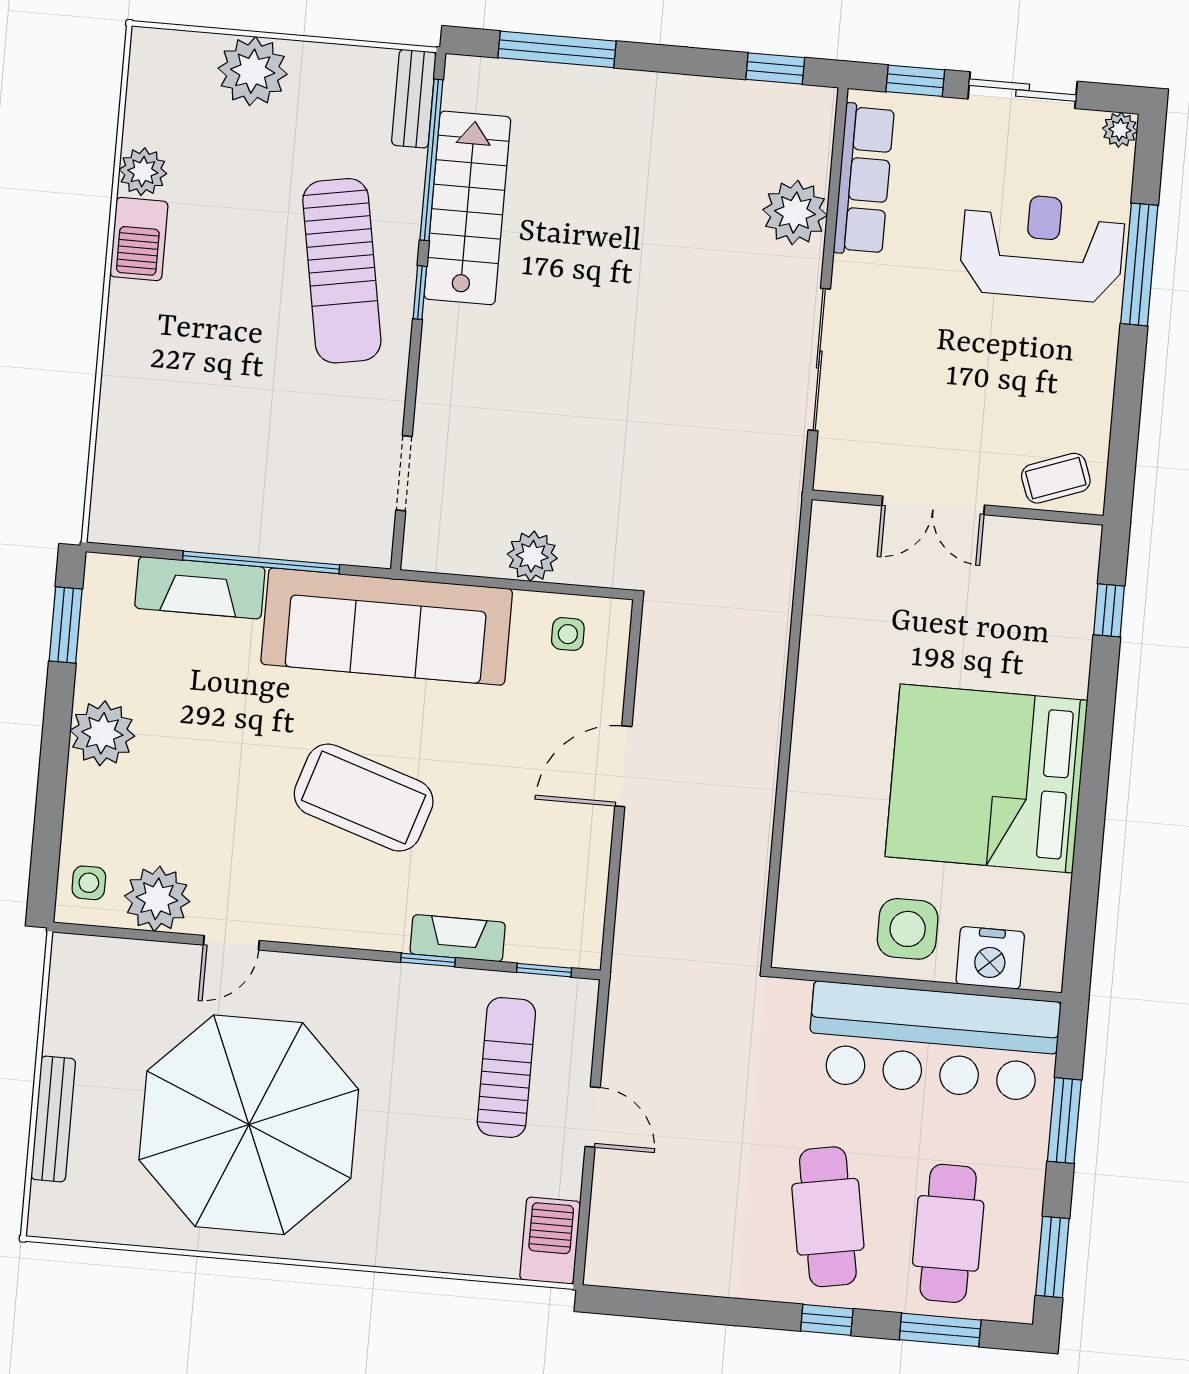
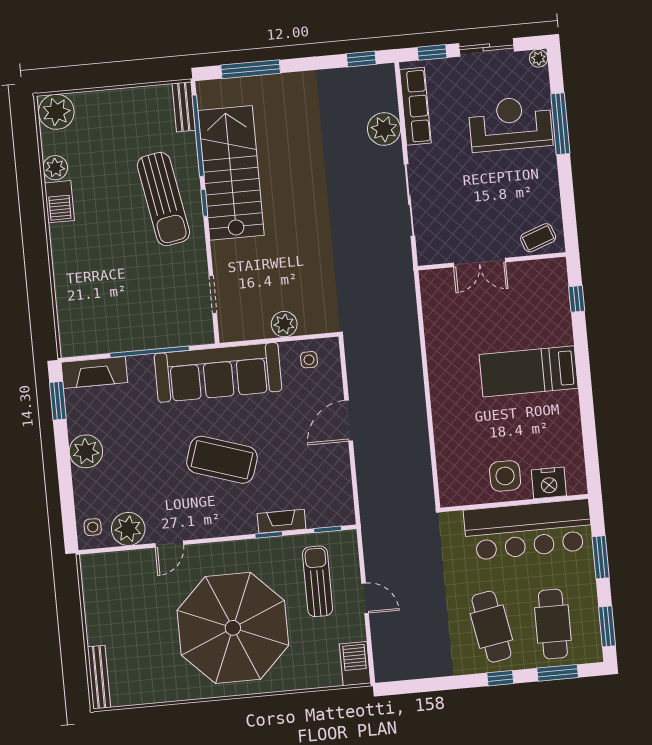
plant: (253, 71) -> (56, 112), moved
stairs: (467, 208) -> (231, 173), width x1.36, depth x1.51
fireplace: (200, 588) -> (94, 372), moved
bed: (986, 778) -> (529, 371), width x0.49
bench: (53, 1119) -> (99, 677), moved
parasol: (249, 1125) -> (233, 628), moved

